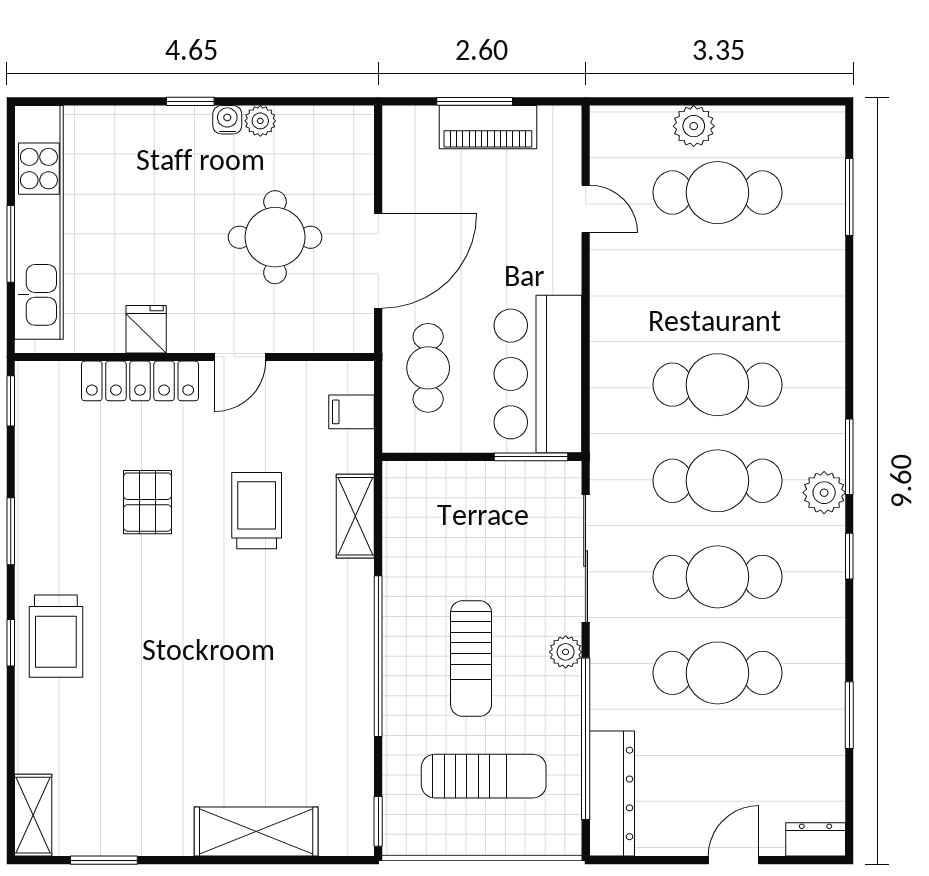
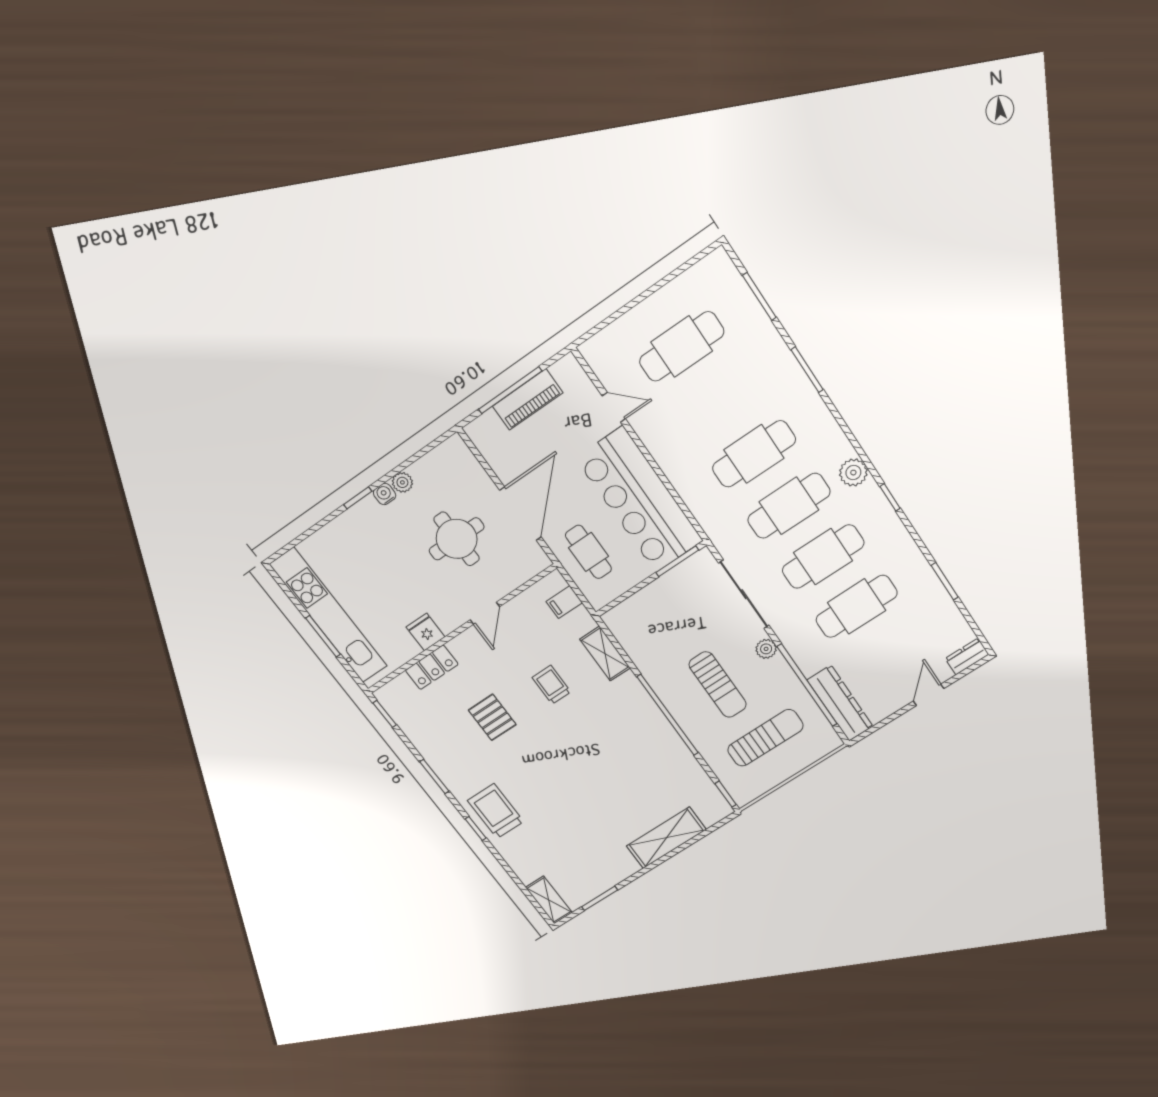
window: (475, 101) -> (510, 390), width x1.44
plant: (694, 126) -> (642, 318), removed
bar counter: (538, 374) -> (640, 500), width x1.36
locker: (140, 381) -> (432, 667), width x0.66
window: (849, 457) -> (807, 370), moved
trolley: (257, 511) -> (551, 685), width x0.73, depth x0.72
trolley: (56, 636) -> (496, 811), turned 180

